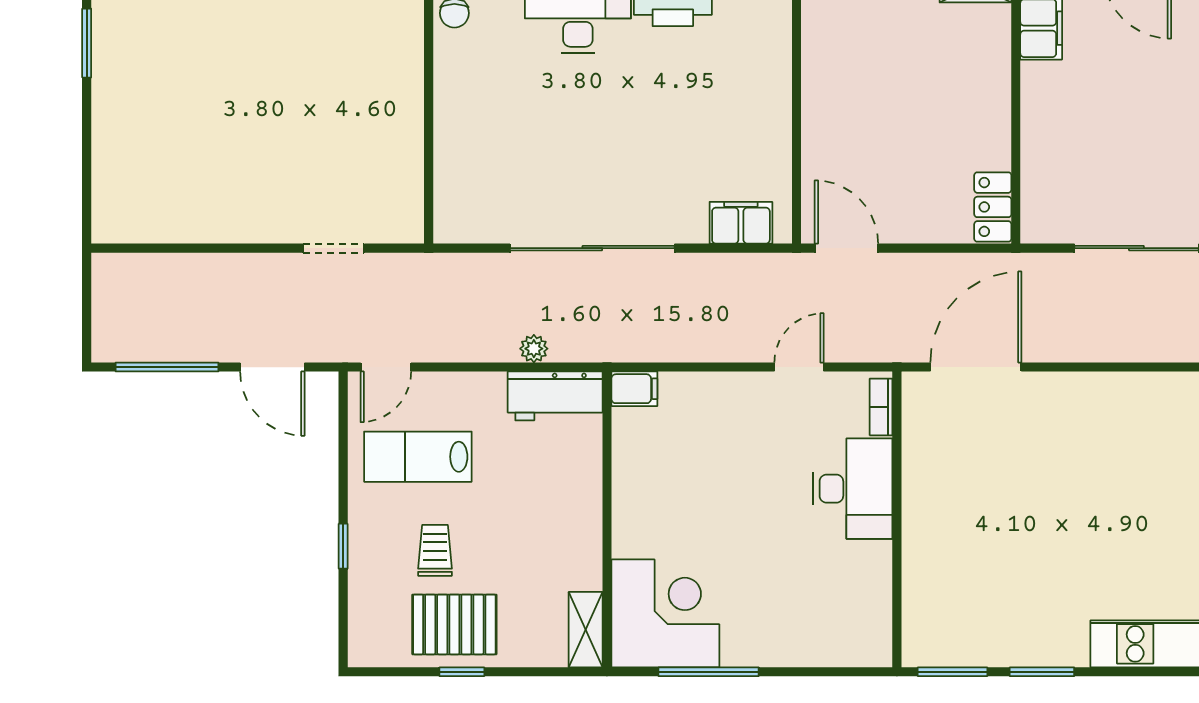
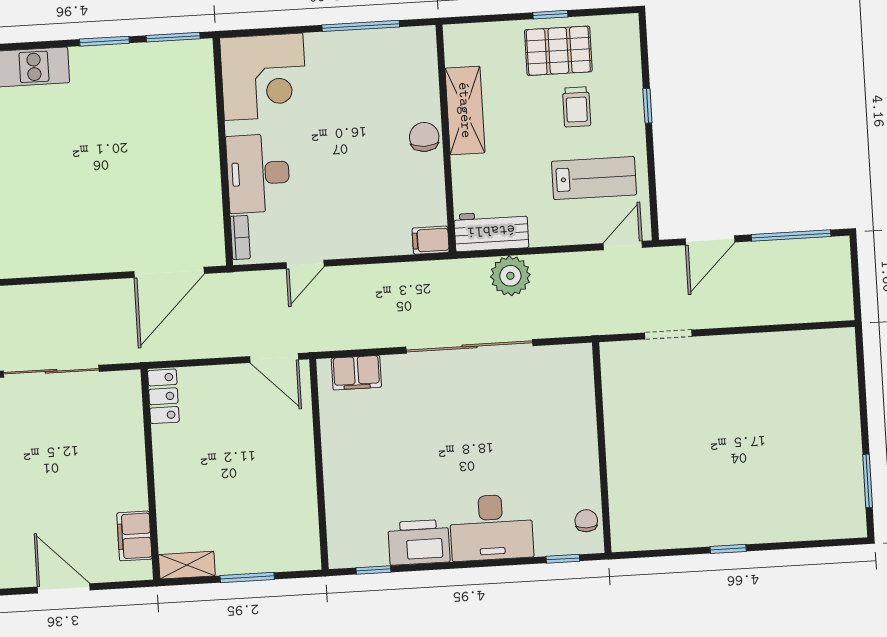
plant: (534, 349) -> (510, 276), width x1.88, depth x1.88
door: (272, 367) -> (710, 240), swing flipped
chair: (635, 523) -> (424, 137), added
corner desk: (665, 613) -> (264, 77), moved, turned -90
shelving: (586, 630) -> (465, 110), moved, width x1.50, depth x1.33

